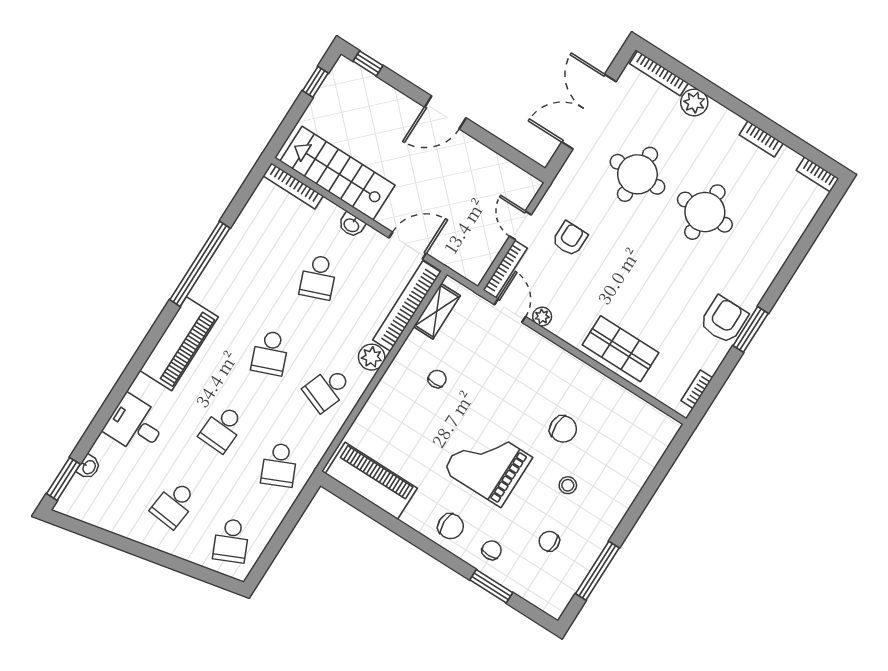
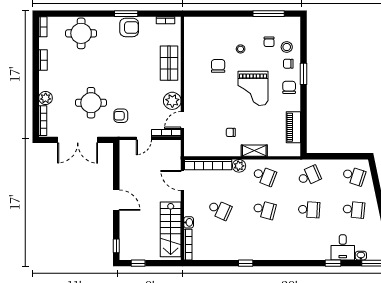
round table: (705, 212) -> (81, 33), moved
washbasin: (352, 225) -> (189, 222), moved
armchair: (570, 239) -> (121, 116), moved
window: (200, 264) -> (246, 263), width x0.32
school desk: (318, 277) -> (220, 210), turned 45
shelving: (437, 311) -> (254, 151), moved
plant: (542, 316) -> (172, 101), width x1.87, depth x1.87
armchair: (724, 320) -> (129, 27), turned 180
piano: (179, 344) -> (285, 251), removed
school desk: (270, 353) -> (264, 210), turned 36
window: (106, 412) -> (333, 263), added
desk: (135, 425) -> (343, 247), moved
piano: (371, 481) -> (293, 127), width x0.73, depth x0.75
school desk: (231, 541) -> (354, 176), turned 42
stool: (521, 565) -> (287, 47), added
window: (491, 586) -> (304, 74), moved

